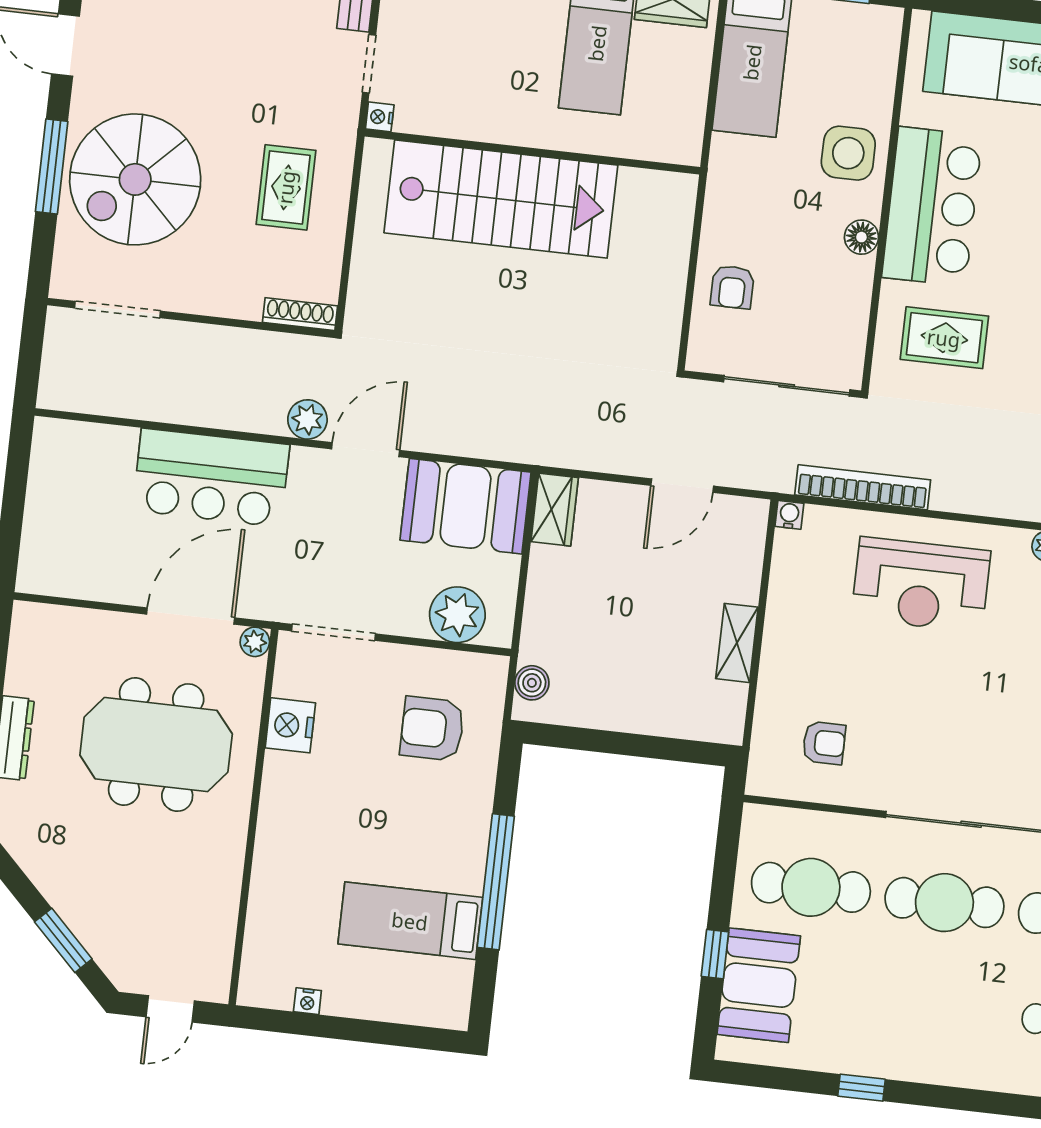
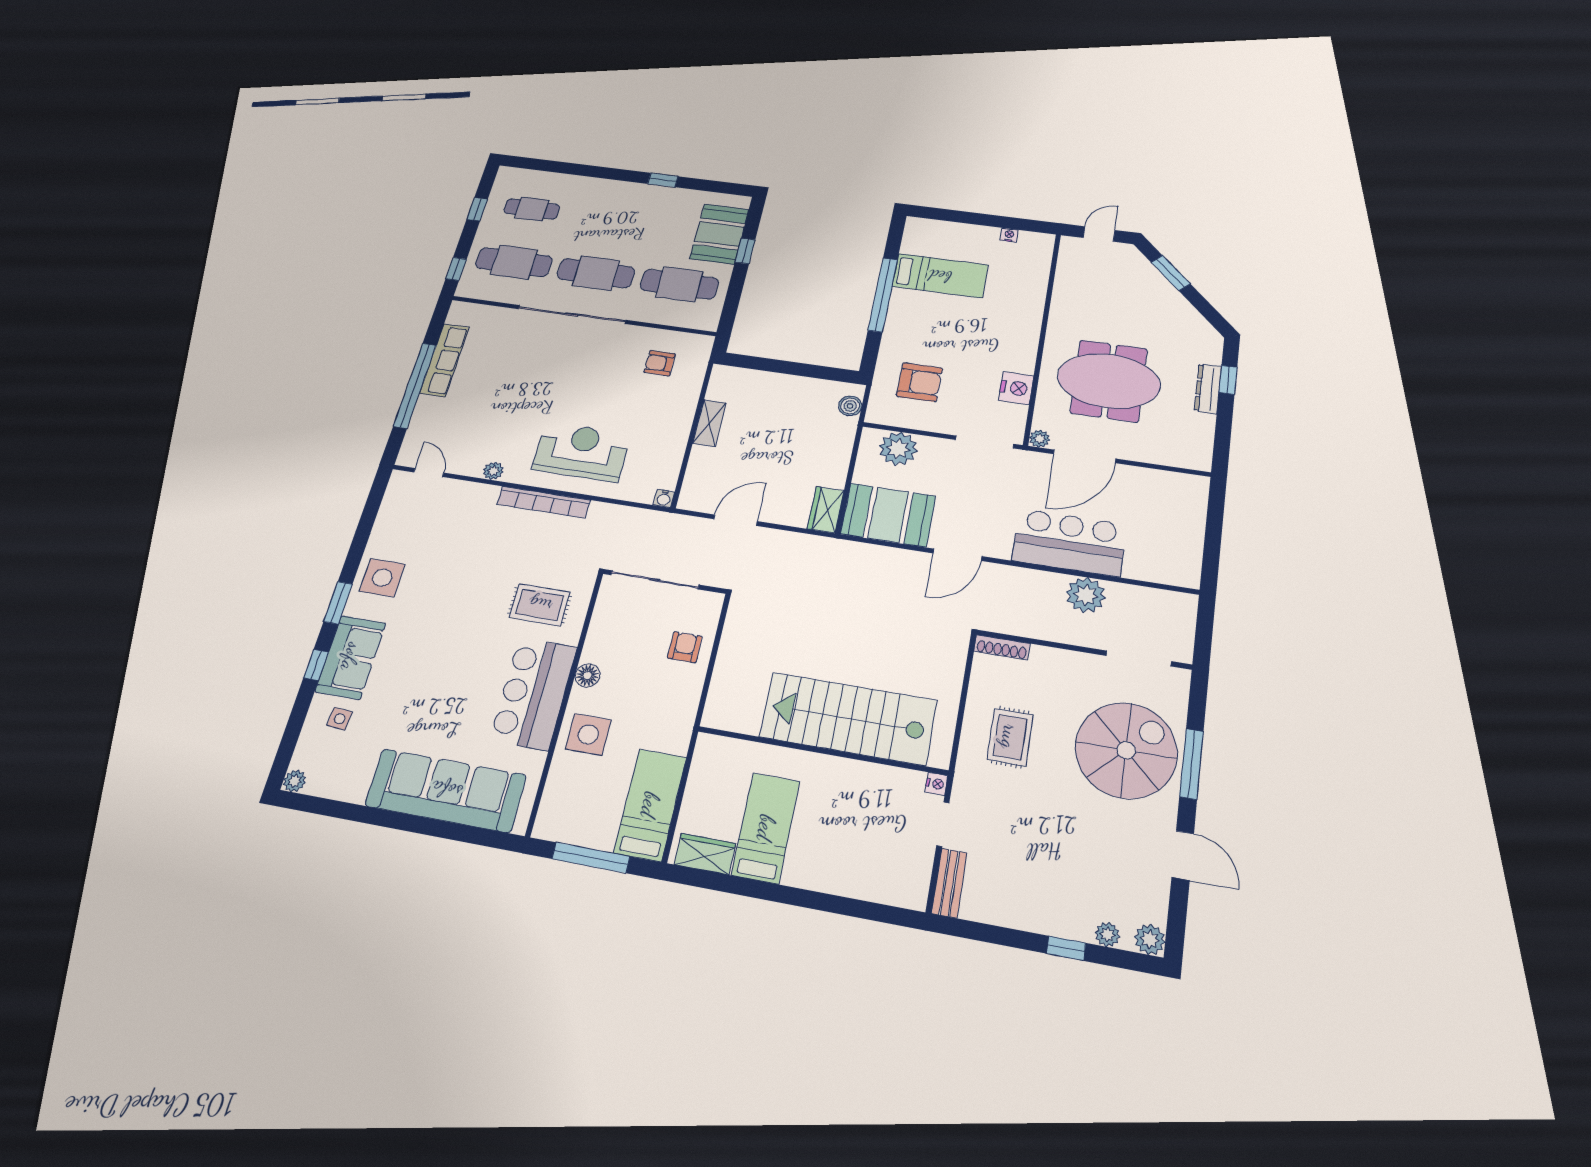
plant: (307, 419) -> (1086, 595), moved, width x1.36, depth x1.36
bookcase: (863, 487) -> (544, 502), moved

